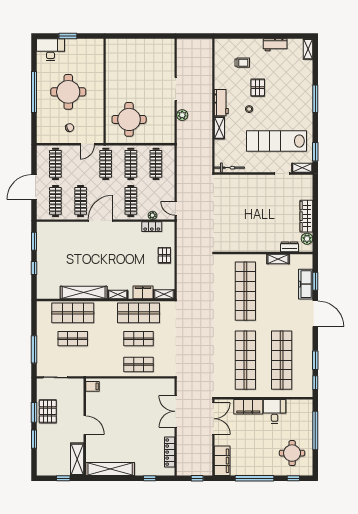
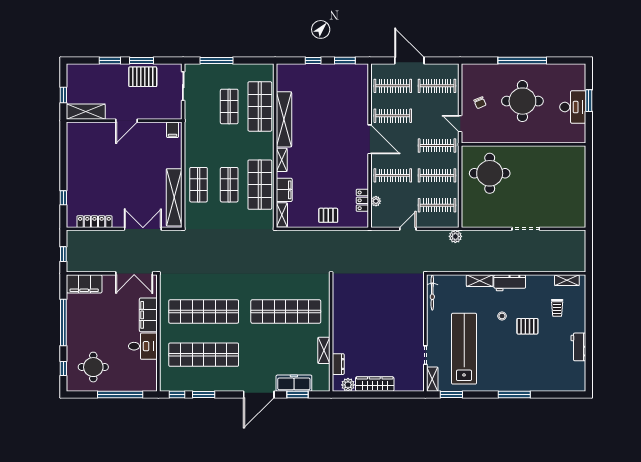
shelving: (308, 49) -> (567, 280), moved
desk: (50, 50) -> (573, 107), moved
plant: (182, 115) -> (455, 236), moved
door: (176, 208) -> (408, 229), moved
shelving: (110, 469) -> (174, 197), moved

